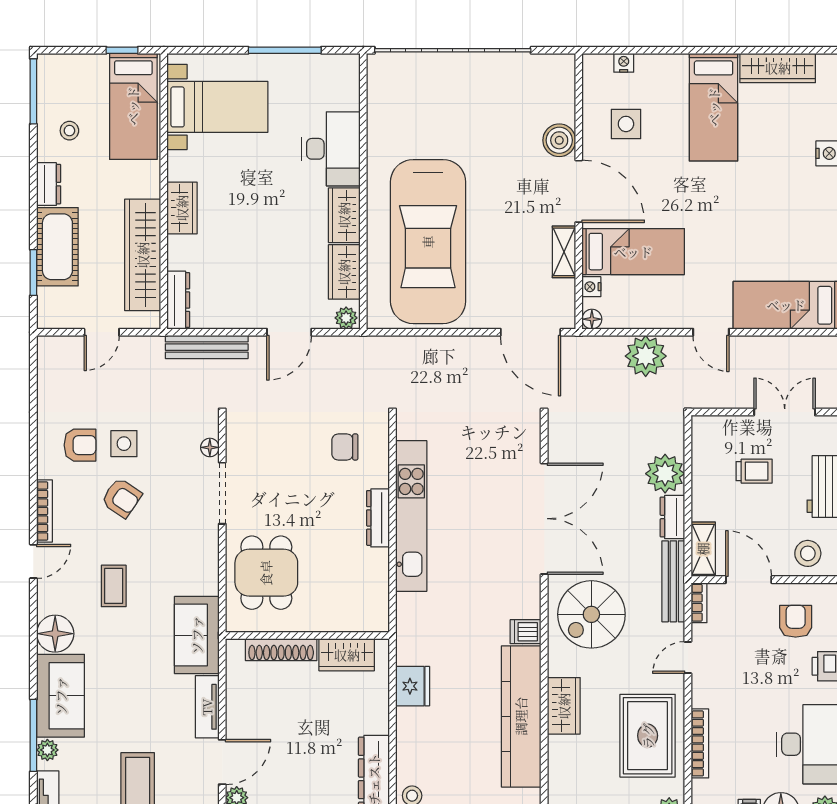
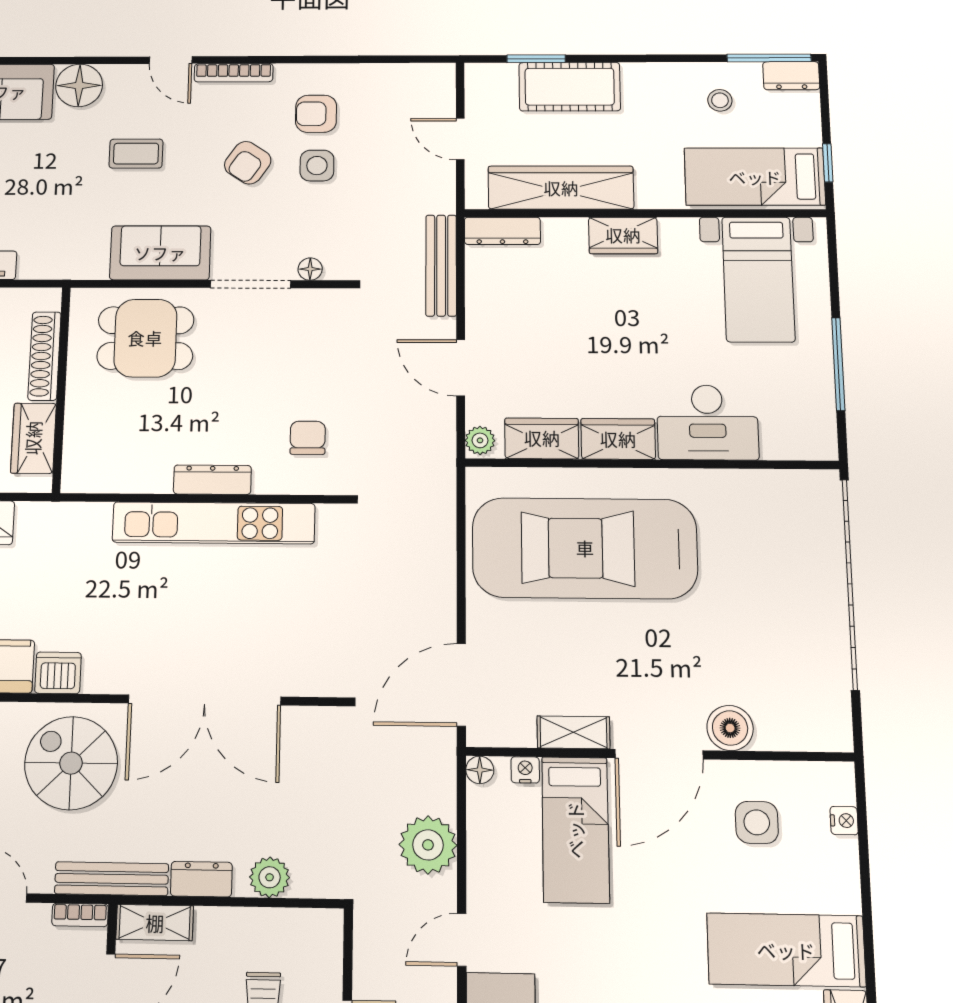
dresser: (49, 184) -> (791, 76), moved
armchair: (80, 445) -> (316, 114), turned 90
plant: (665, 474) -> (270, 877), width x0.73, depth x0.73
dishwasher: (526, 632) -> (58, 673), width x1.38
sofa: (197, 635) -> (160, 253), moved

